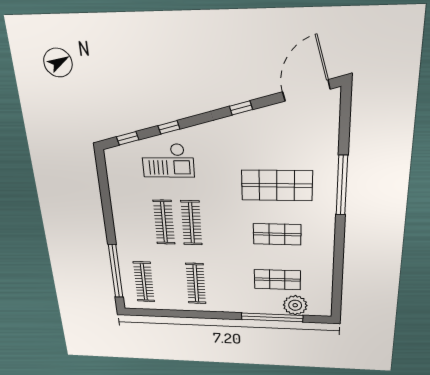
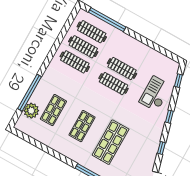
window: (169, 127) -> (169, 117), moved
clothes rail: (170, 283) -> (83, 47), added

